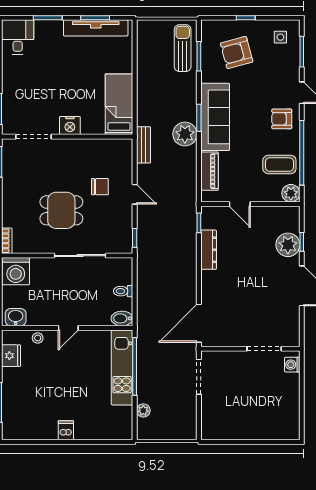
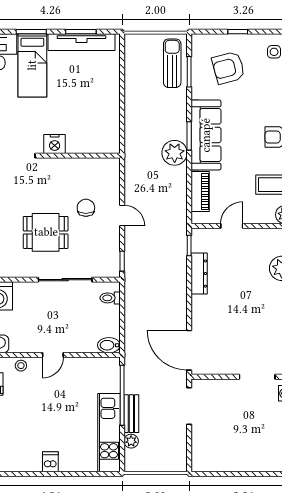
bed: (119, 104) -> (32, 65), moved, turned 180
bench: (144, 145) -> (131, 414), moved
chair: (100, 187) -> (86, 208), turned -90
door: (240, 204) -> (232, 226), swing flipped
toilet: (123, 291) -> (110, 298), moved
door: (199, 323) -> (189, 350), hinge flipped
kitchen unit: (122, 367) -> (109, 433), moved

